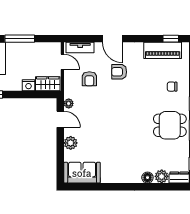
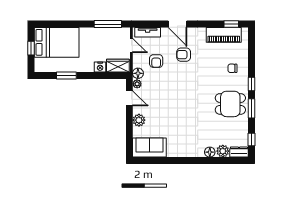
window: (20, 39) -> (108, 24), moved
floor lamp: (70, 92) -> (138, 73), added

